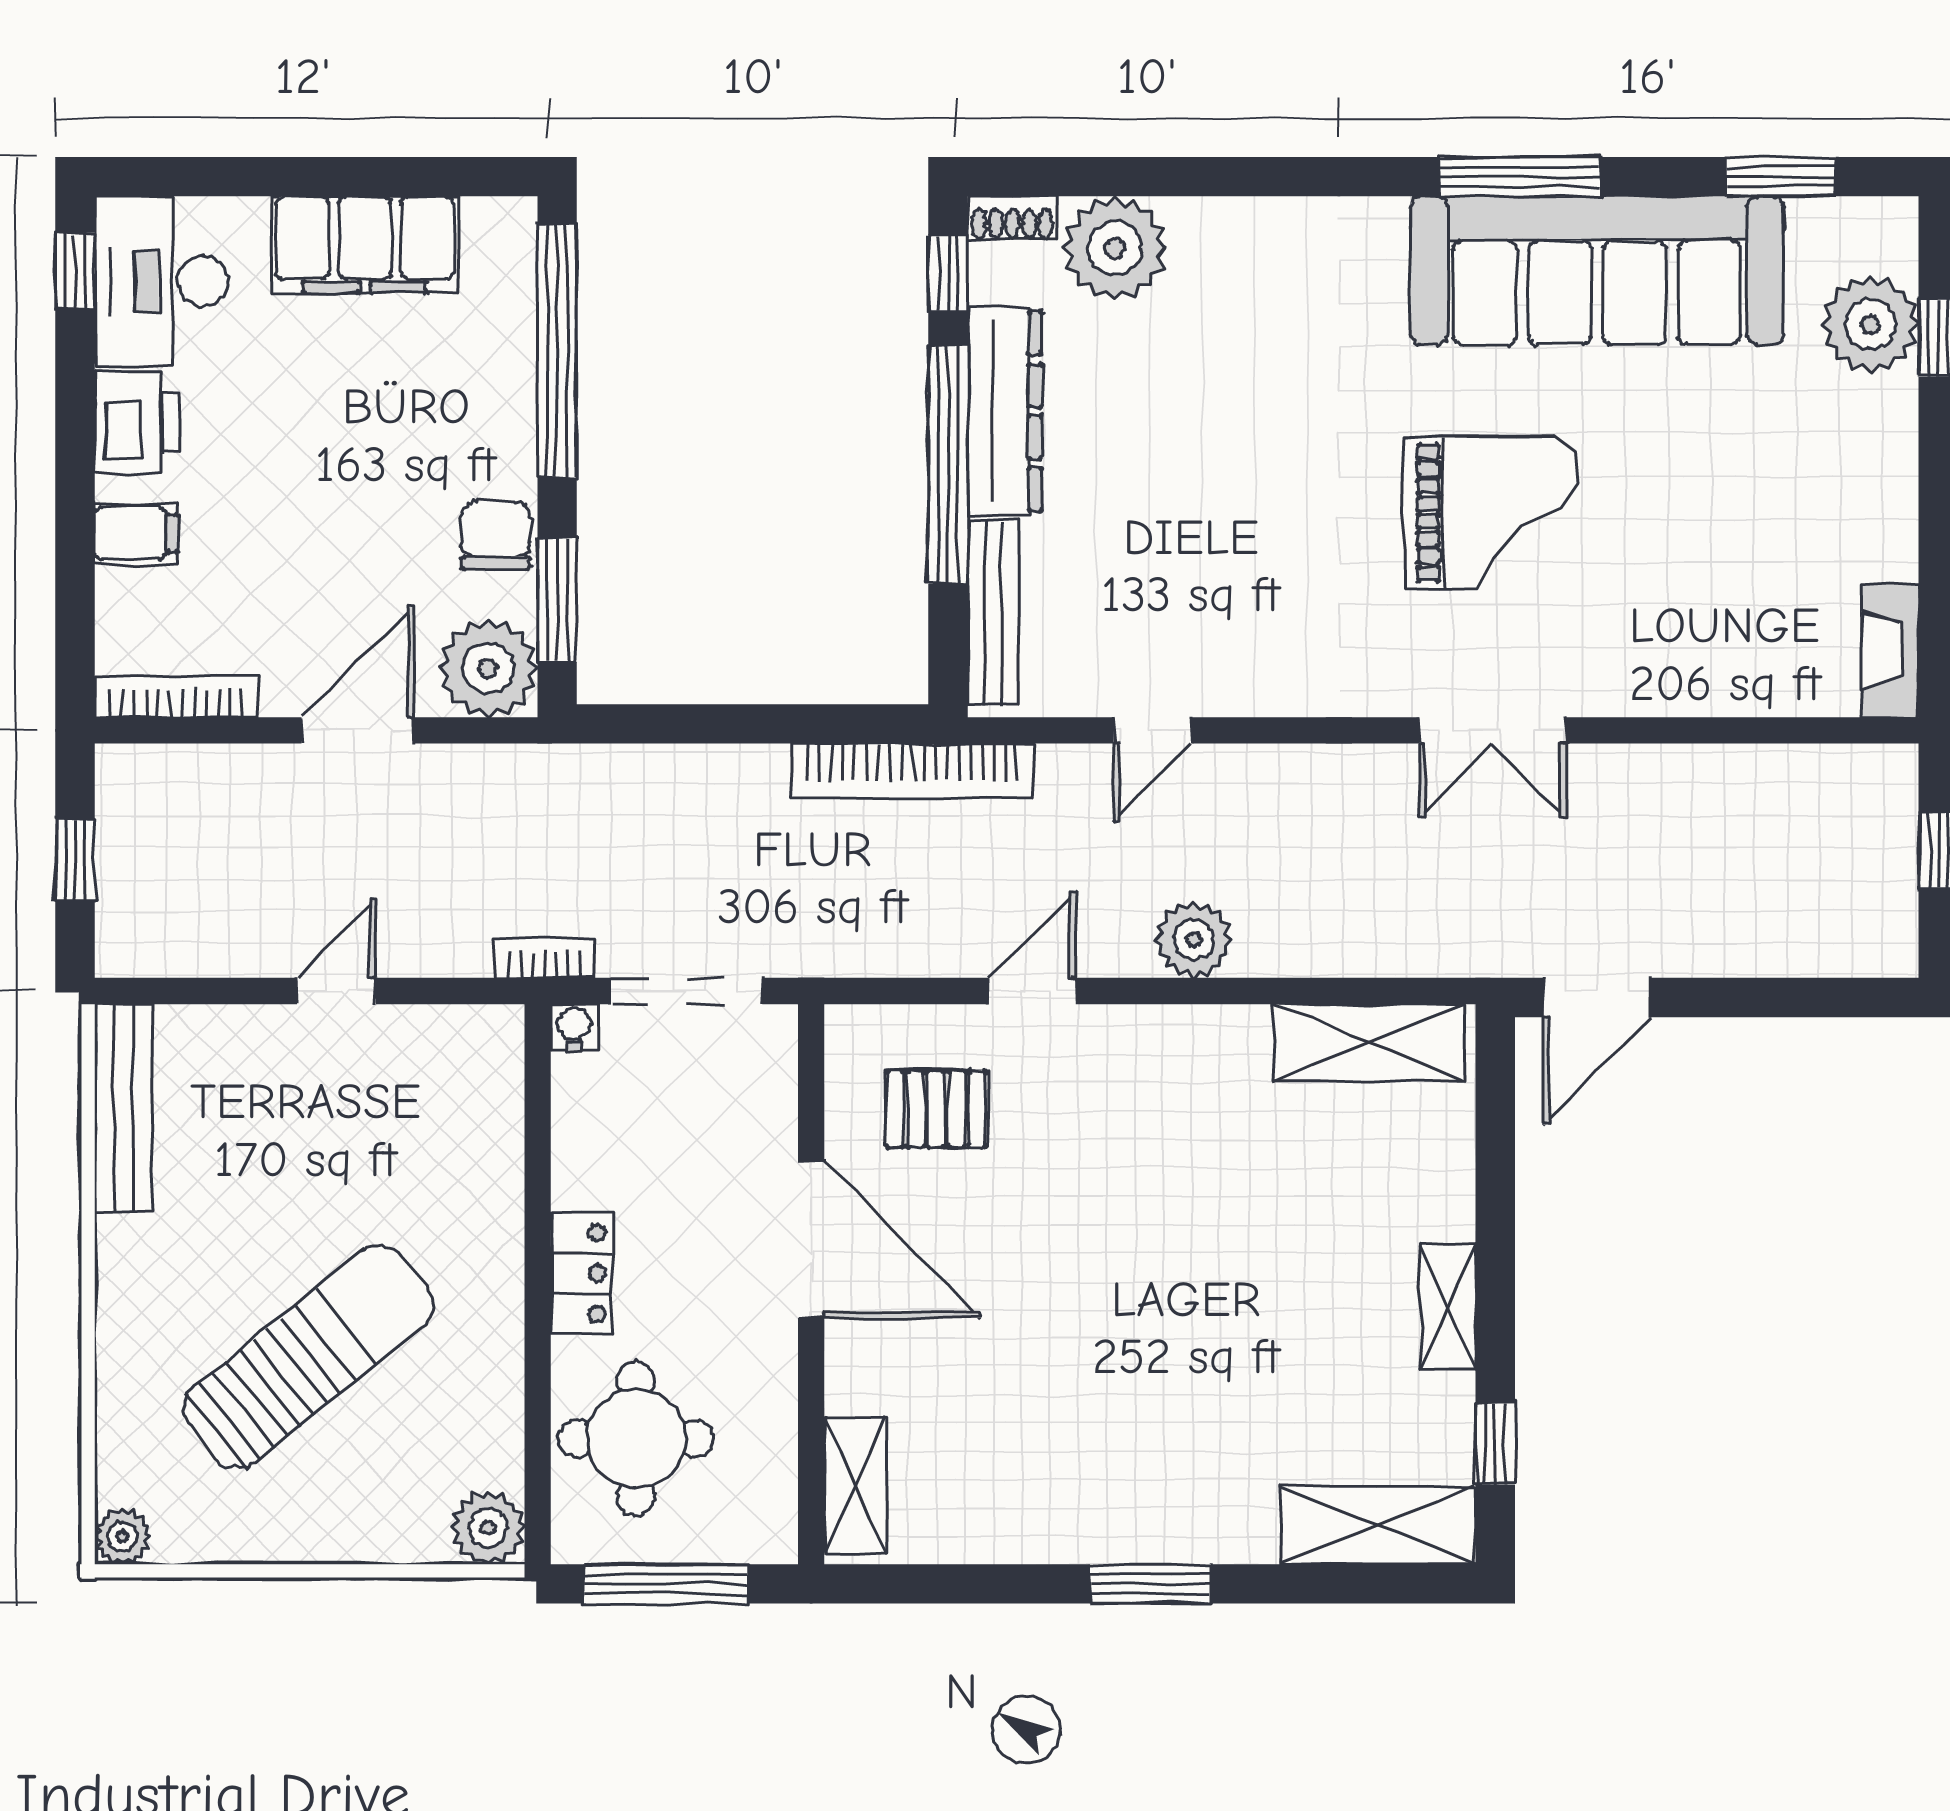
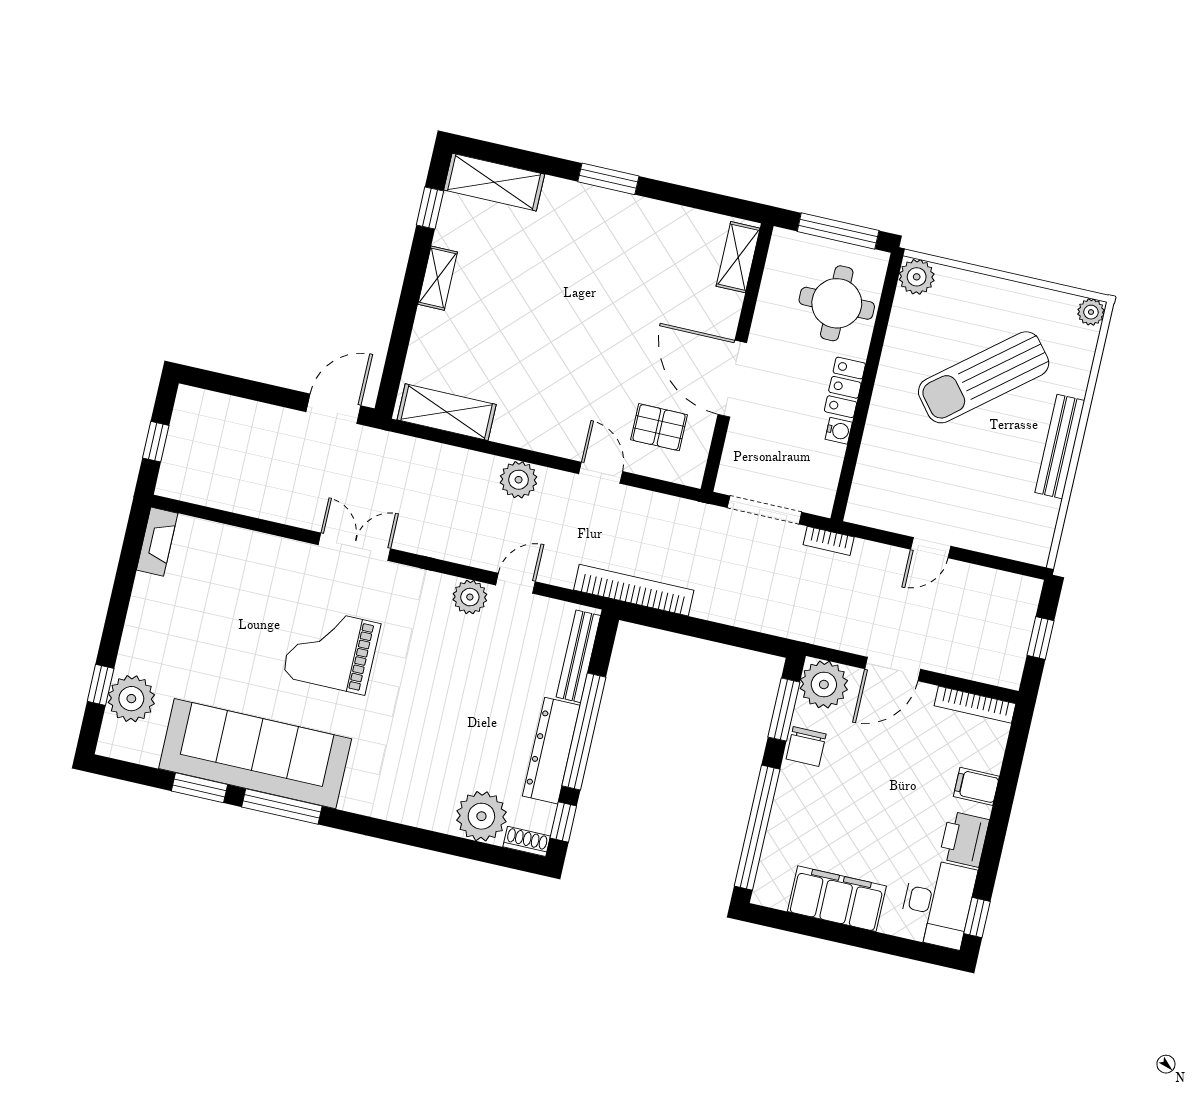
window: (1781, 177) -> (200, 788), moved
plant: (1238, 682) -> (470, 597), added
door: (1032, 991) -> (601, 473), swing flipped
water cooler: (574, 1028) -> (839, 431), moved, turned -90
bench: (124, 1108) -> (1060, 447), moved

